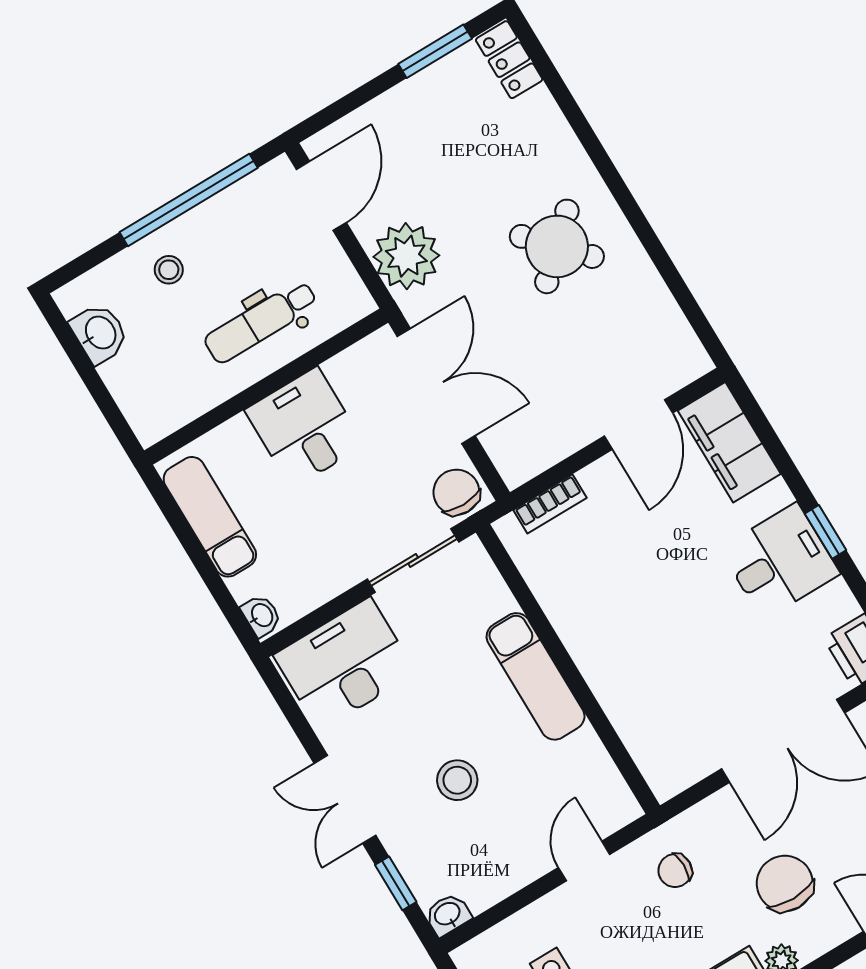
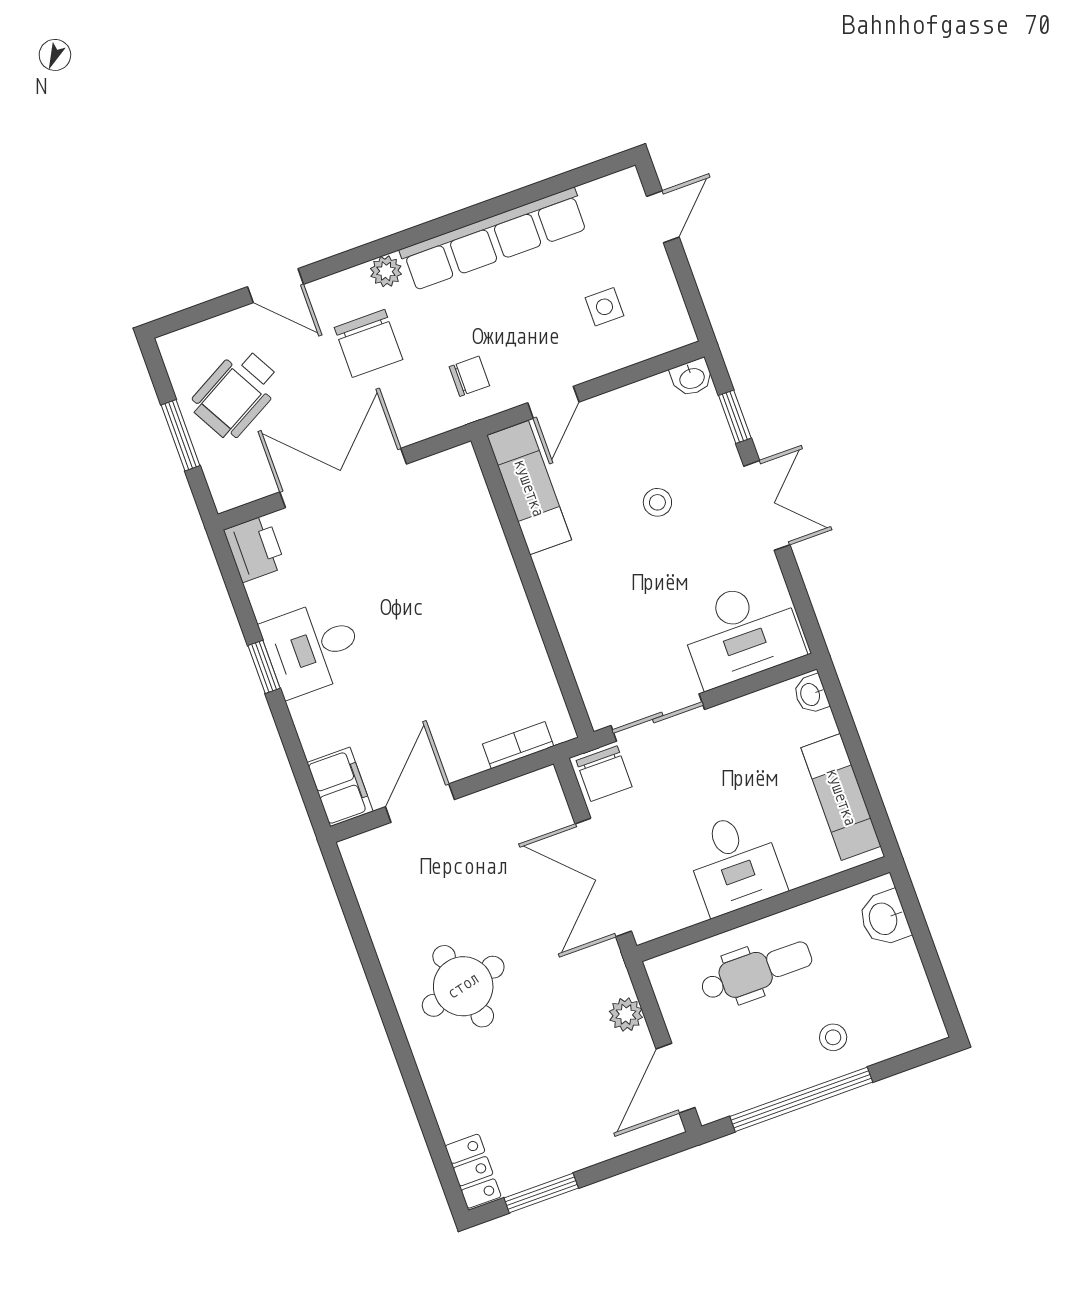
round table: (557, 246) -> (463, 986), turned 30
plant: (406, 256) -> (626, 1014), width x0.53, depth x0.53
washbasin: (100, 333) -> (884, 918), moved
filing cabinet: (729, 442) -> (340, 787), width x0.67, depth x0.86
exam couch: (536, 676) -> (529, 488), moved
stool: (457, 780) -> (657, 502), width x0.73, depth x0.73

